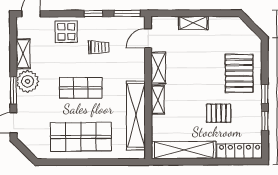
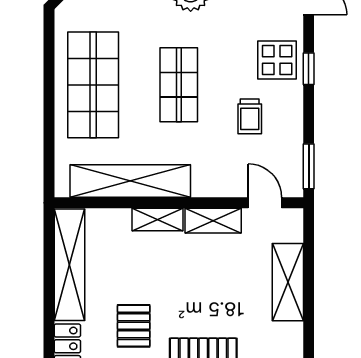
window: (93, 14) -> (309, 69), moved
shelving: (193, 23) -> (288, 282), width x1.50, depth x1.33

